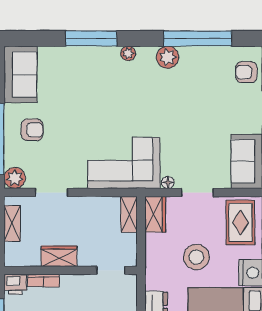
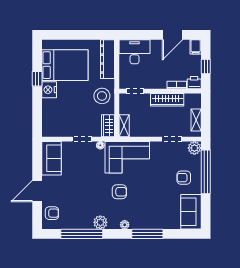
armchair: (137, 107) -> (119, 192), added
rug: (240, 222) -> (55, 121), removed
wardrobe: (59, 256) -> (167, 100), width x1.50
stool: (196, 257) -> (102, 96), moved

